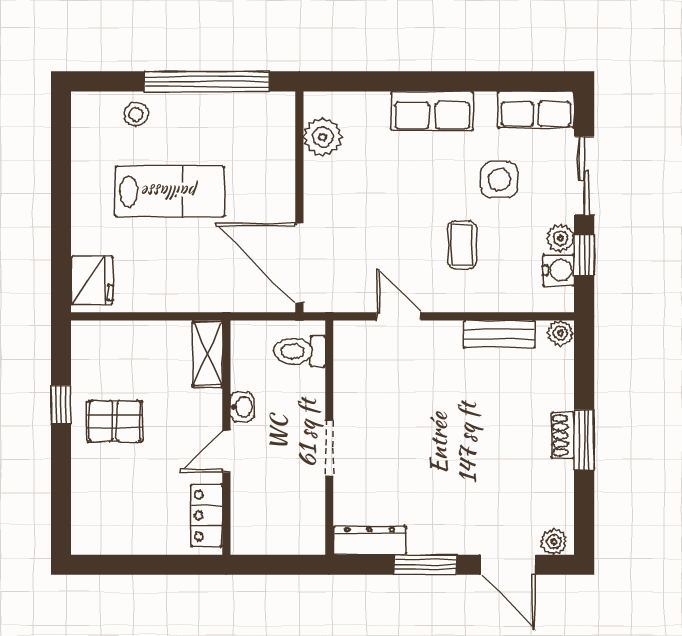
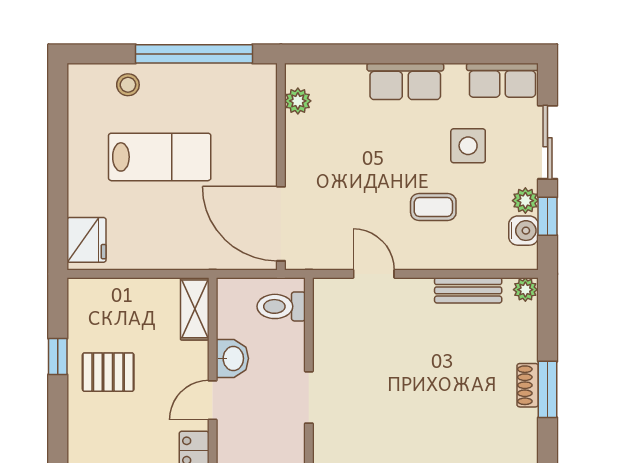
plant: (323, 137) -> (298, 101), width x0.73, depth x0.73
coffee table: (462, 245) -> (433, 207), turned 90
washbasin: (242, 407) -> (232, 358), width x1.38, depth x1.45

